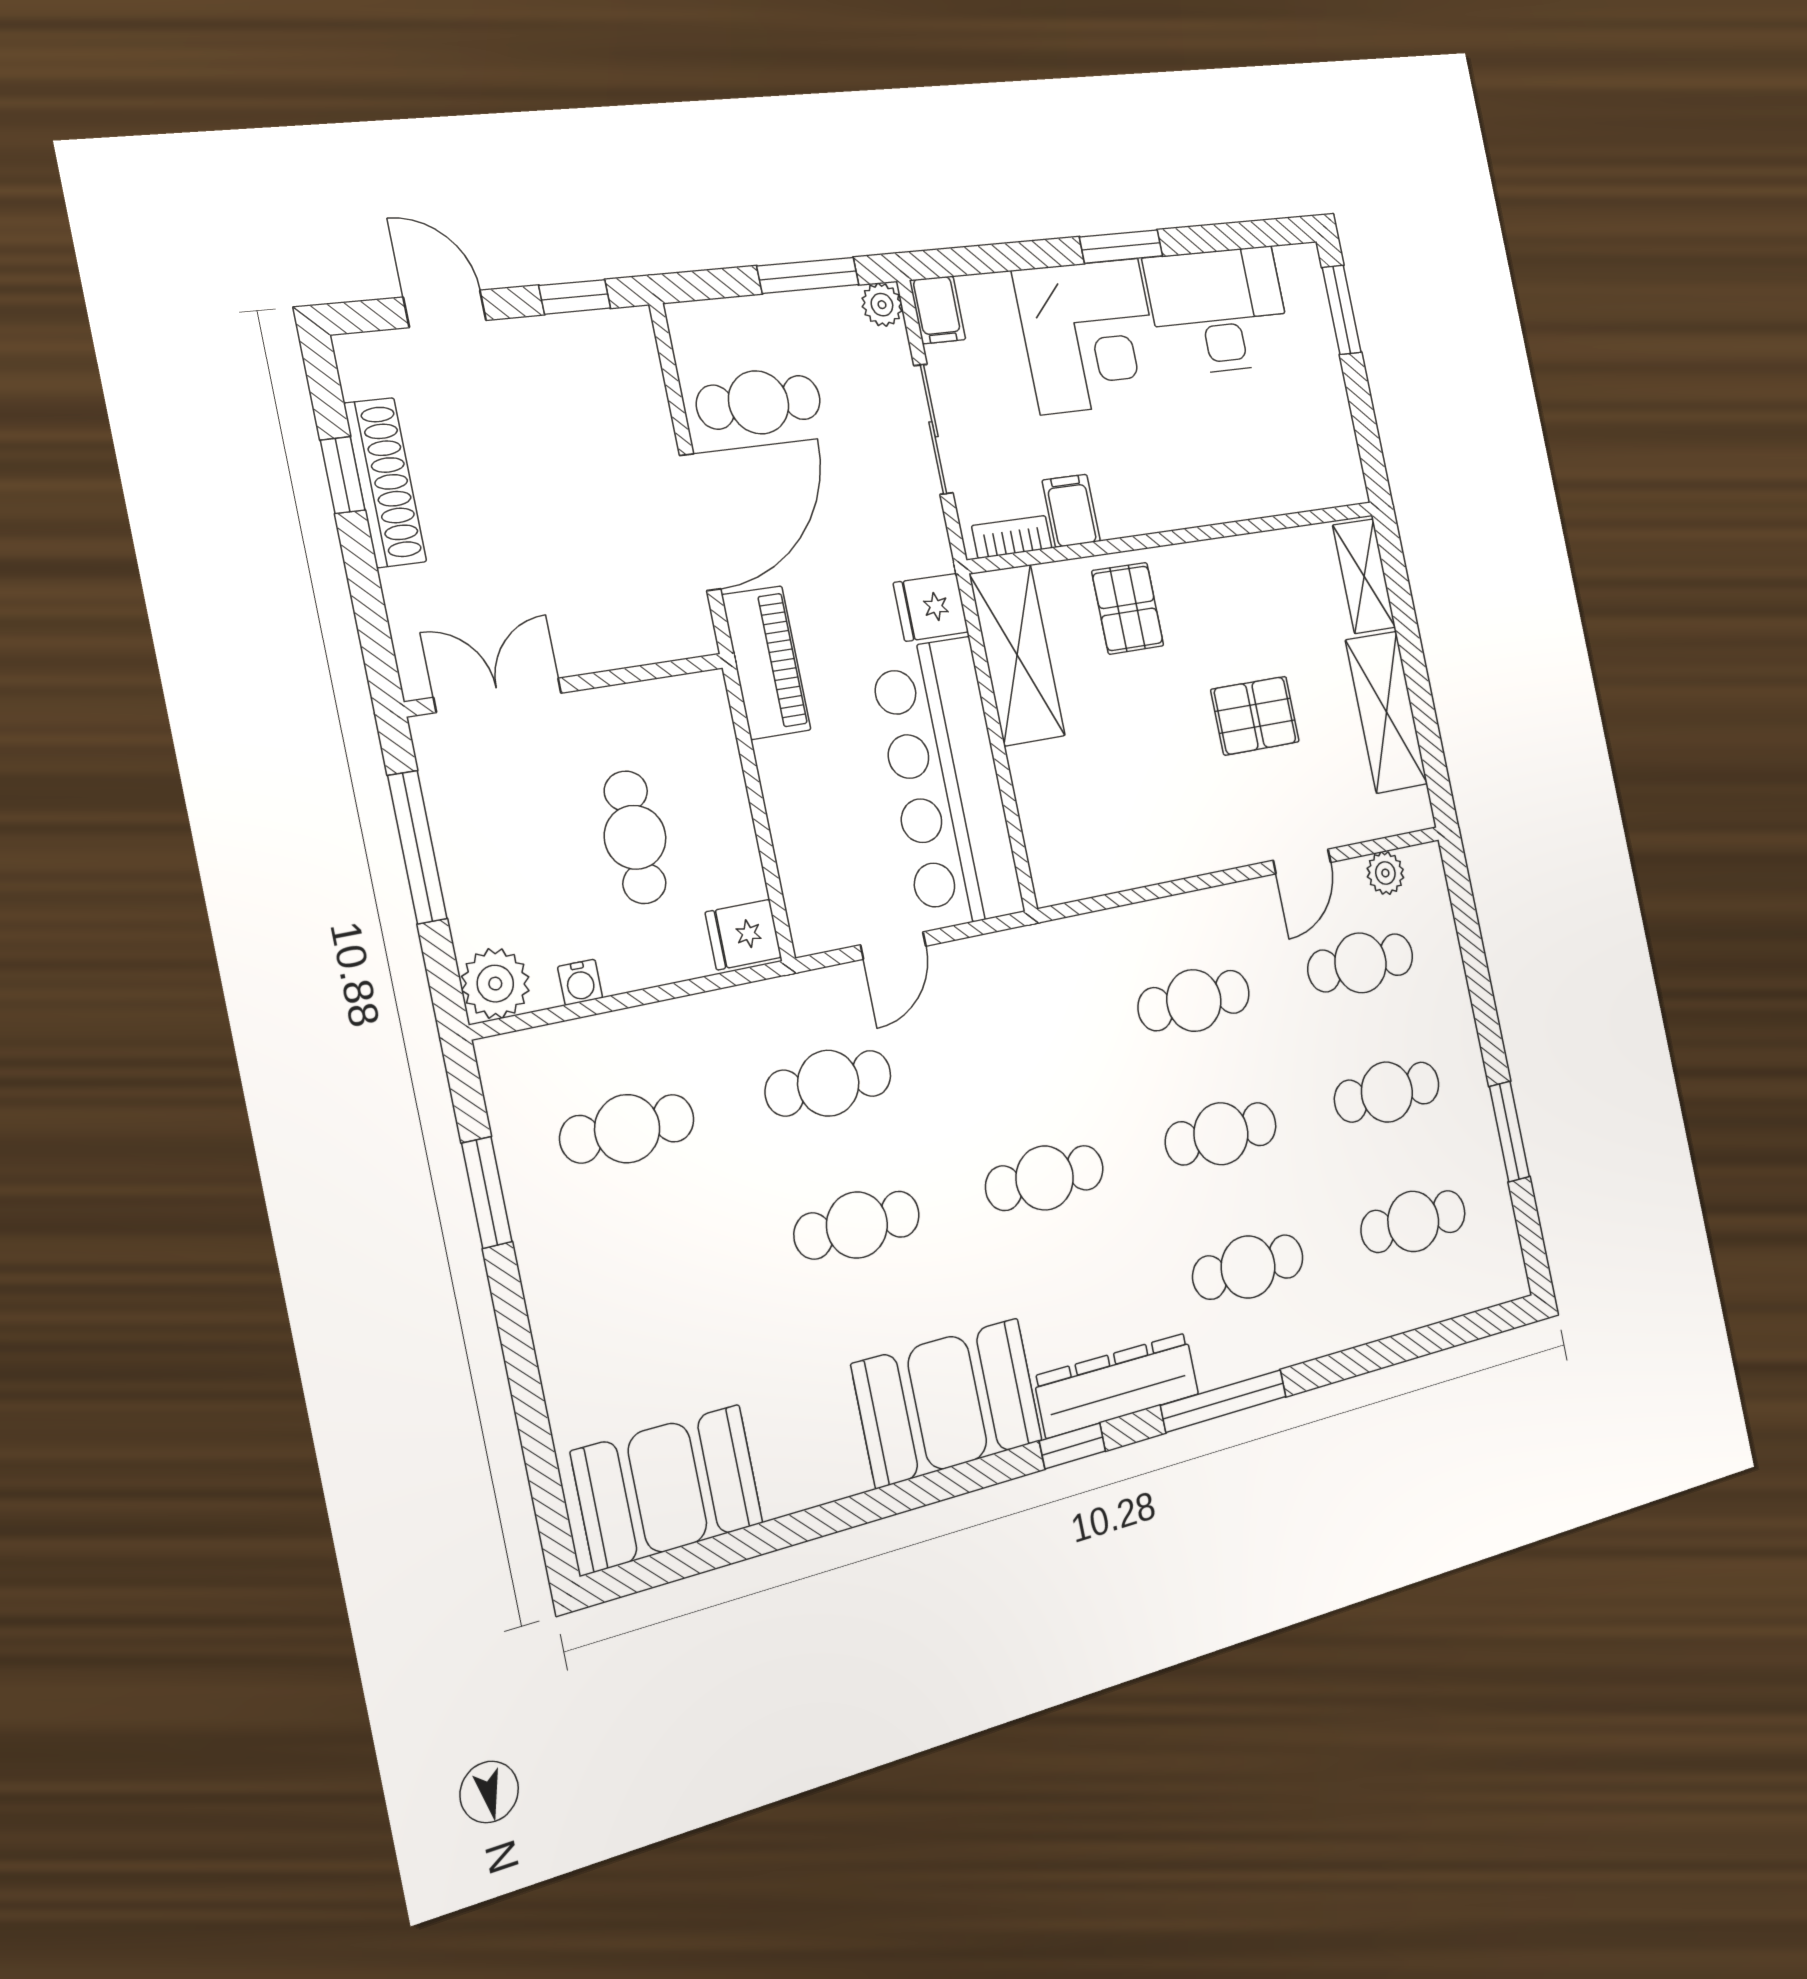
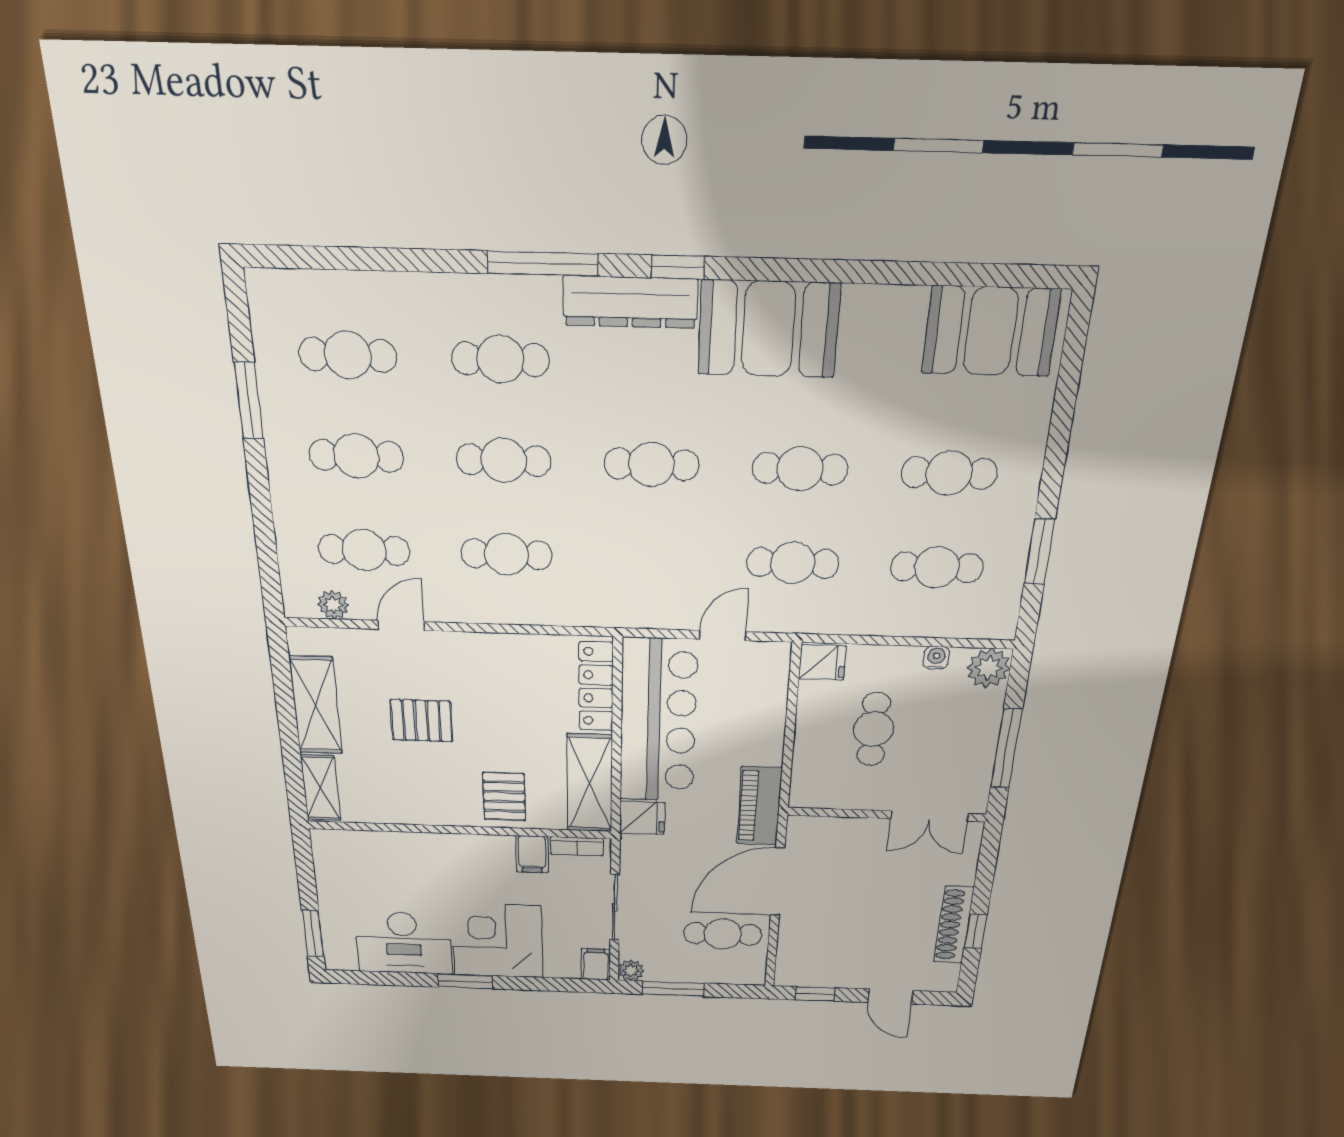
locker: (1042, 822) -> (596, 687), added
cafe table: (657, 1275) -> (949, 473), added

